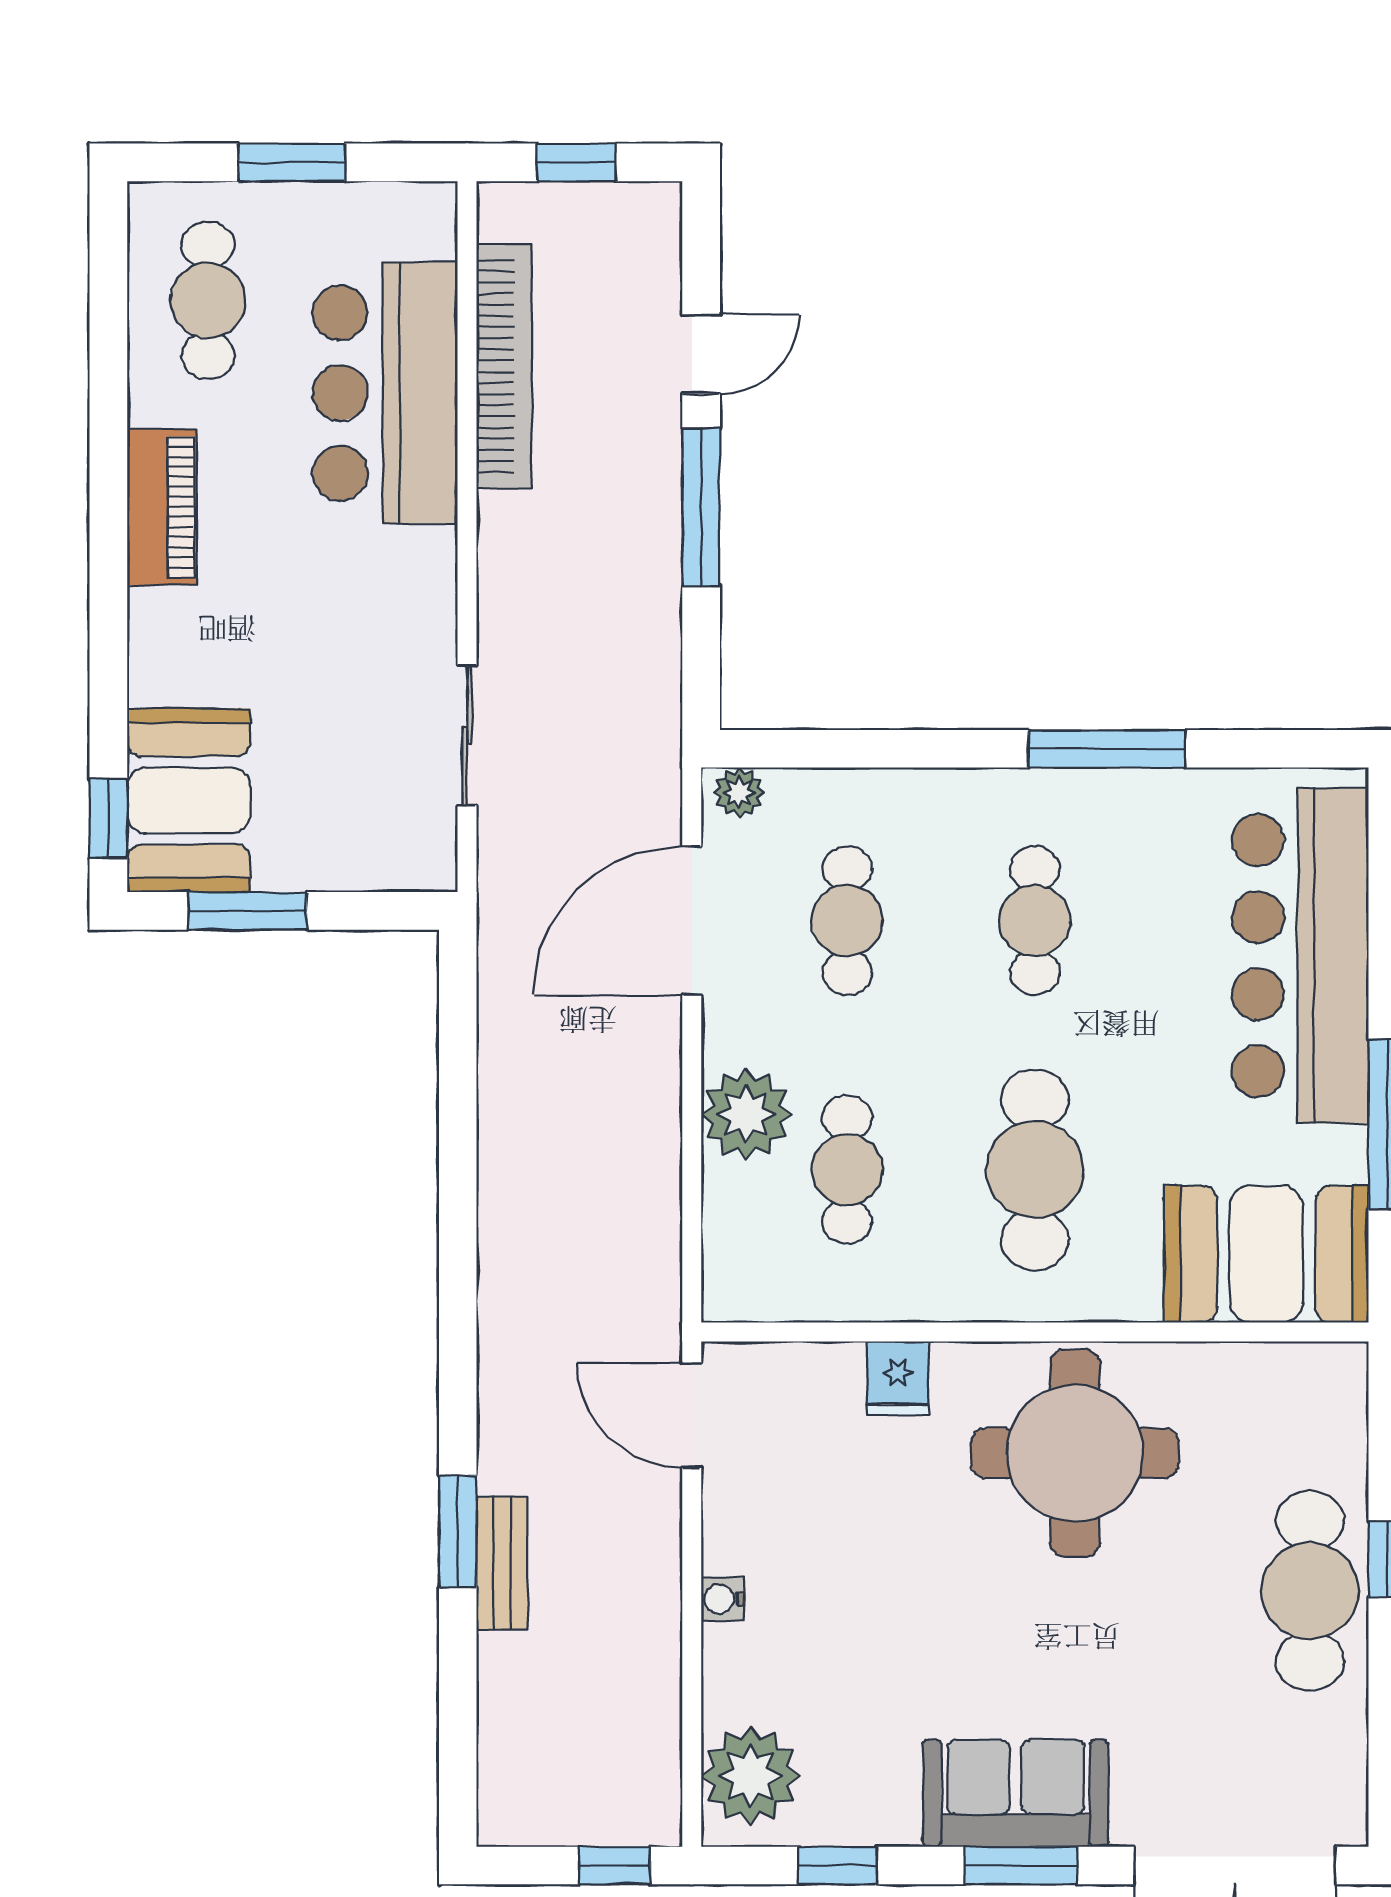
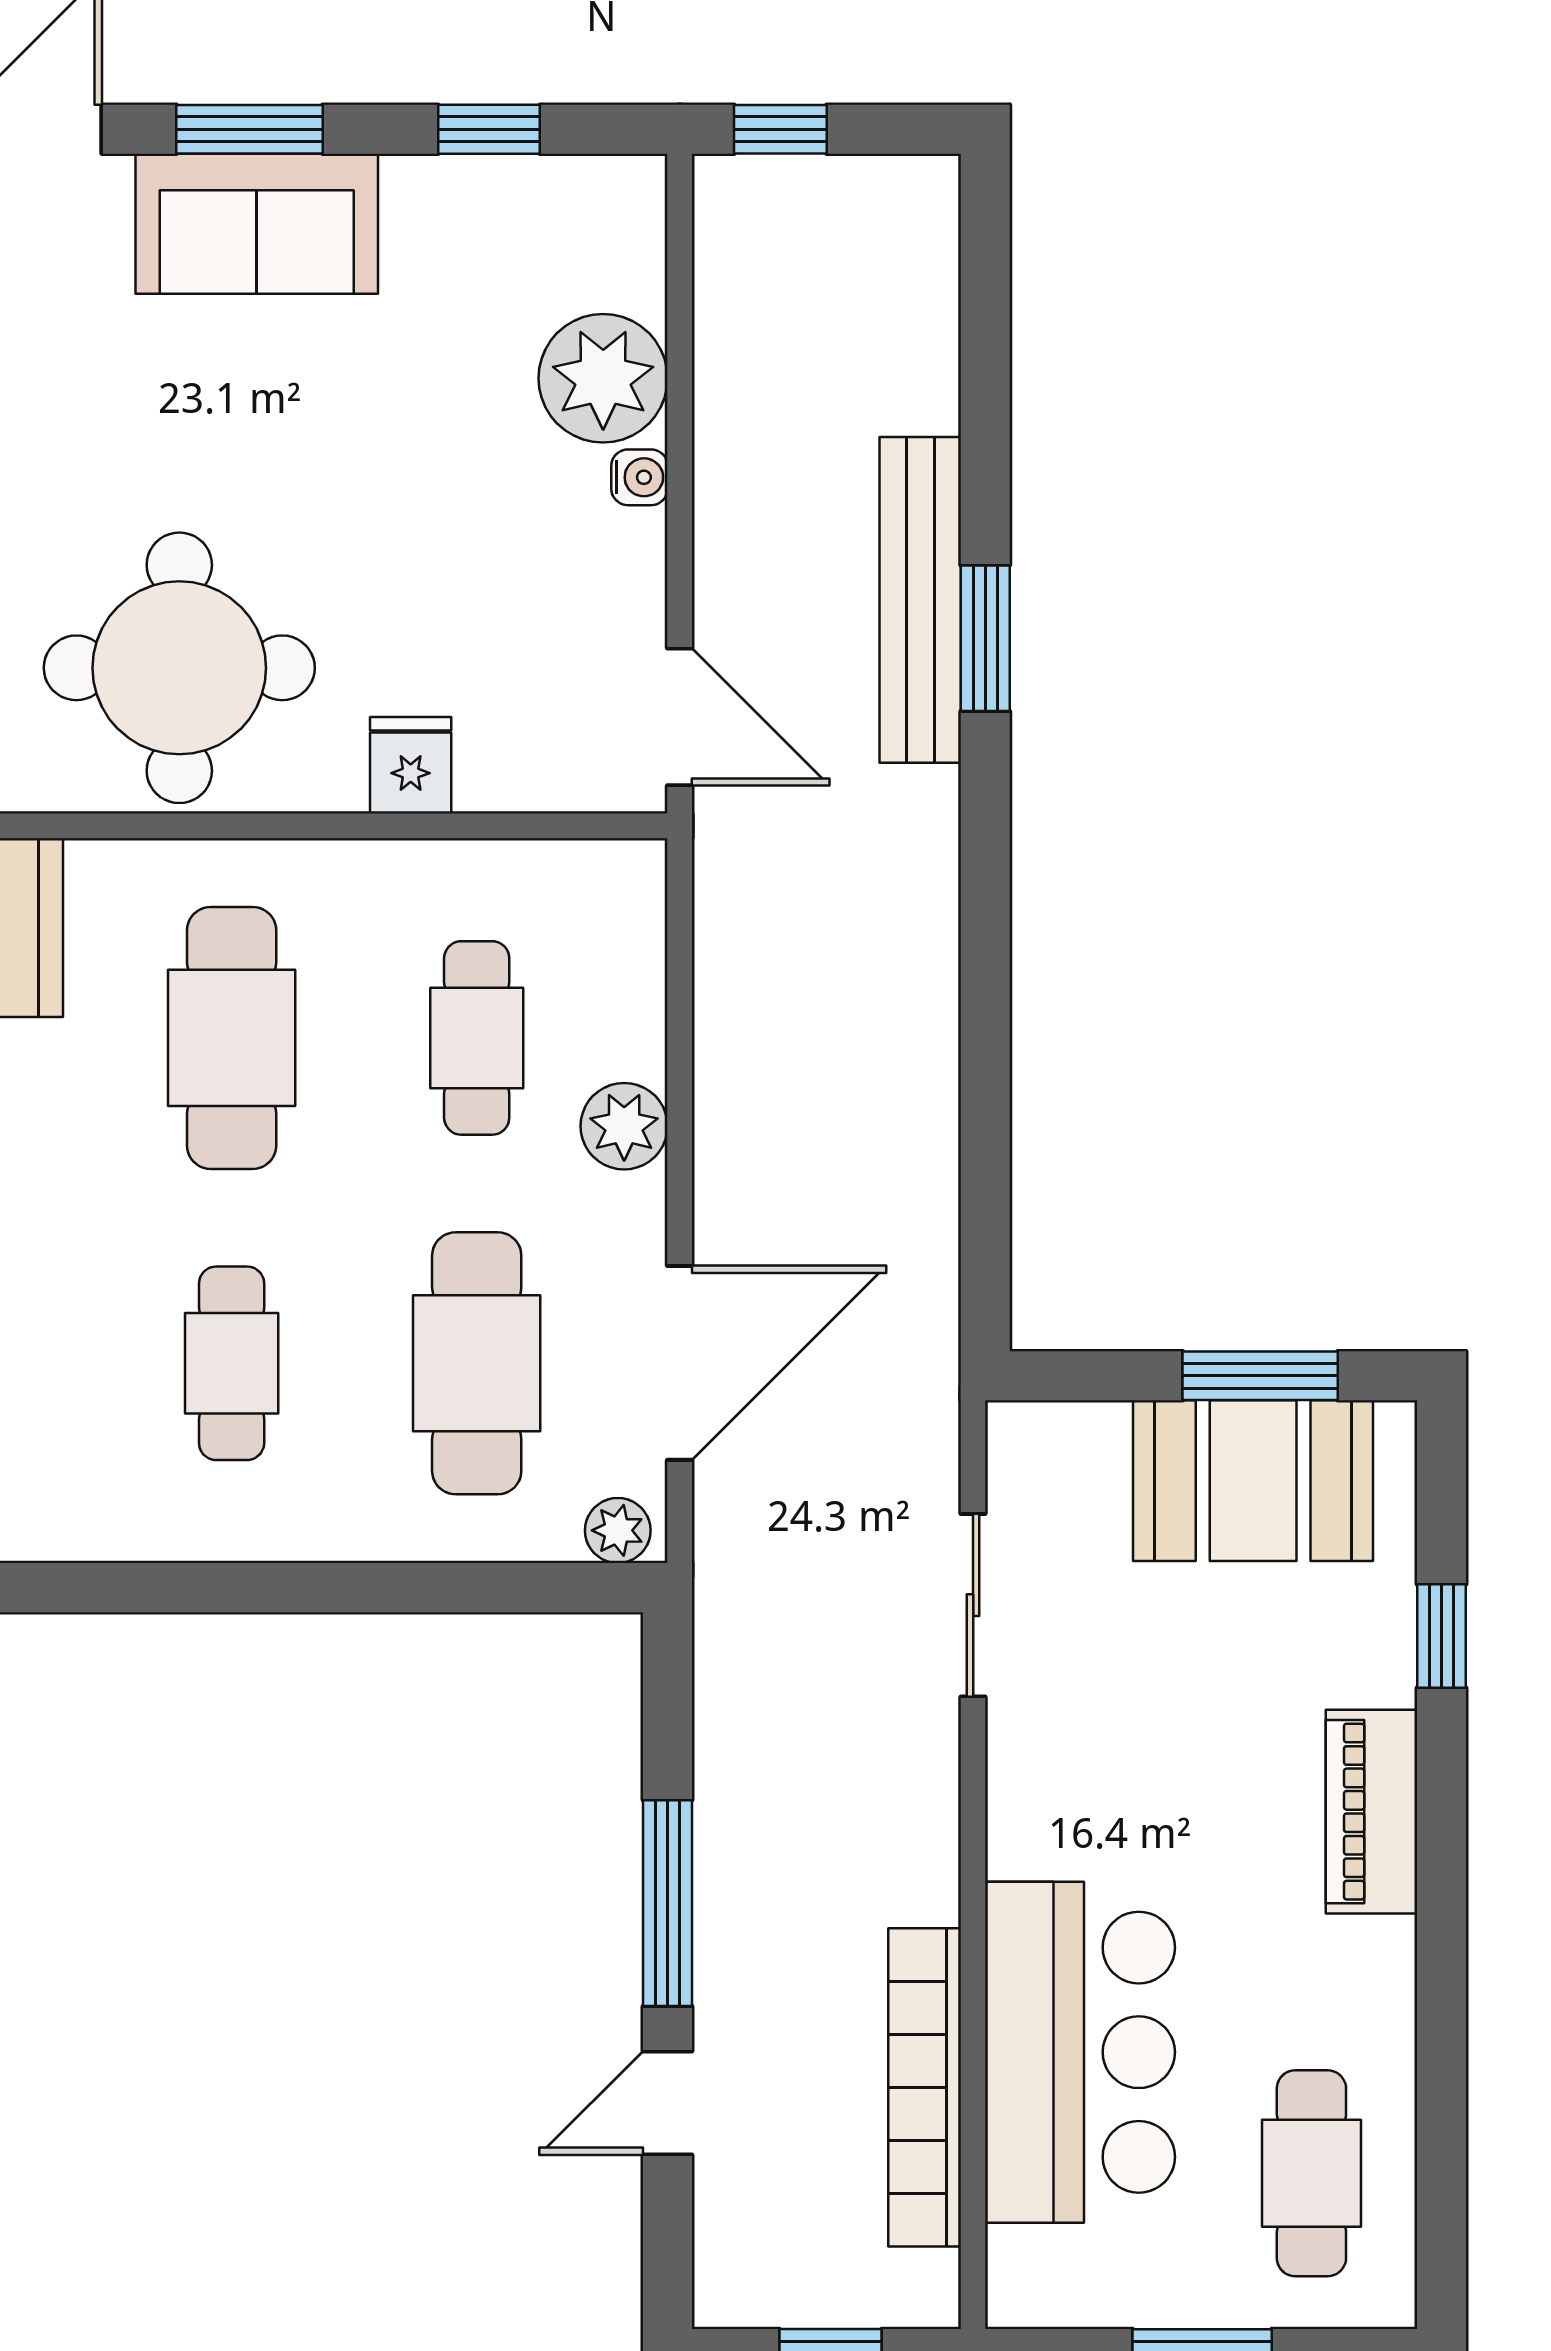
piano: (162, 507) -> (1371, 1812), moved
window: (1107, 749) -> (137, 1588), removed
booth: (189, 800) -> (1253, 1481), moved, turned 90
window: (108, 818) -> (1442, 1636), moved
cafe table: (847, 921) -> (477, 1363), width x1.37, depth x1.35
plant: (746, 1114) -> (624, 1126), width x0.73, depth x0.73
window: (458, 1531) -> (985, 638), moved
bench: (502, 1563) -> (920, 600), width x1.86, depth x1.21
plant: (750, 1776) -> (603, 378), moved

